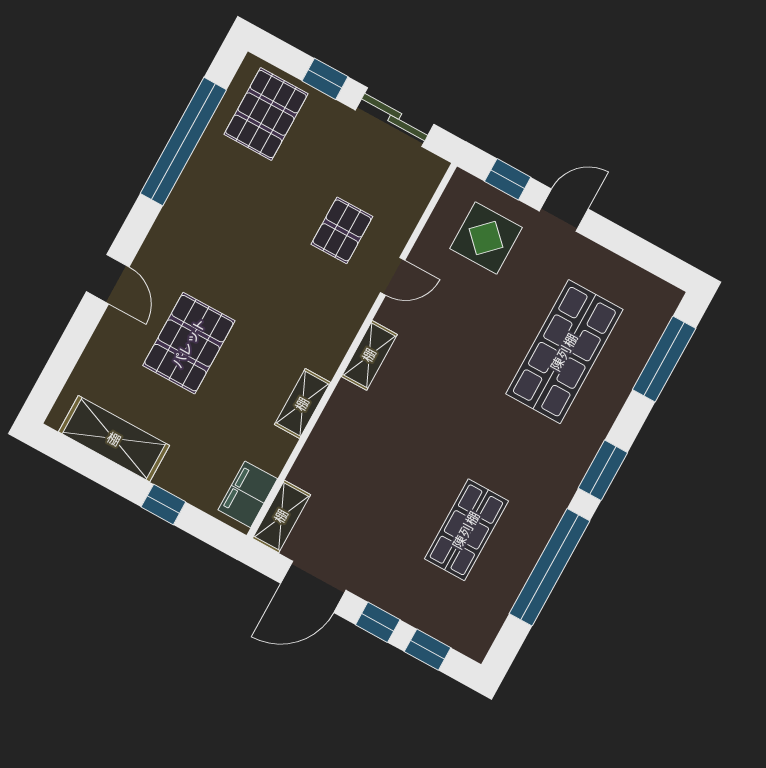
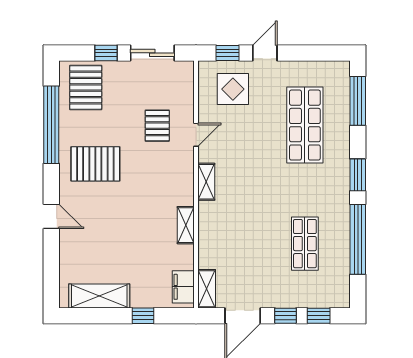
pallet: (189, 343) -> (95, 164), moved, turned 90

